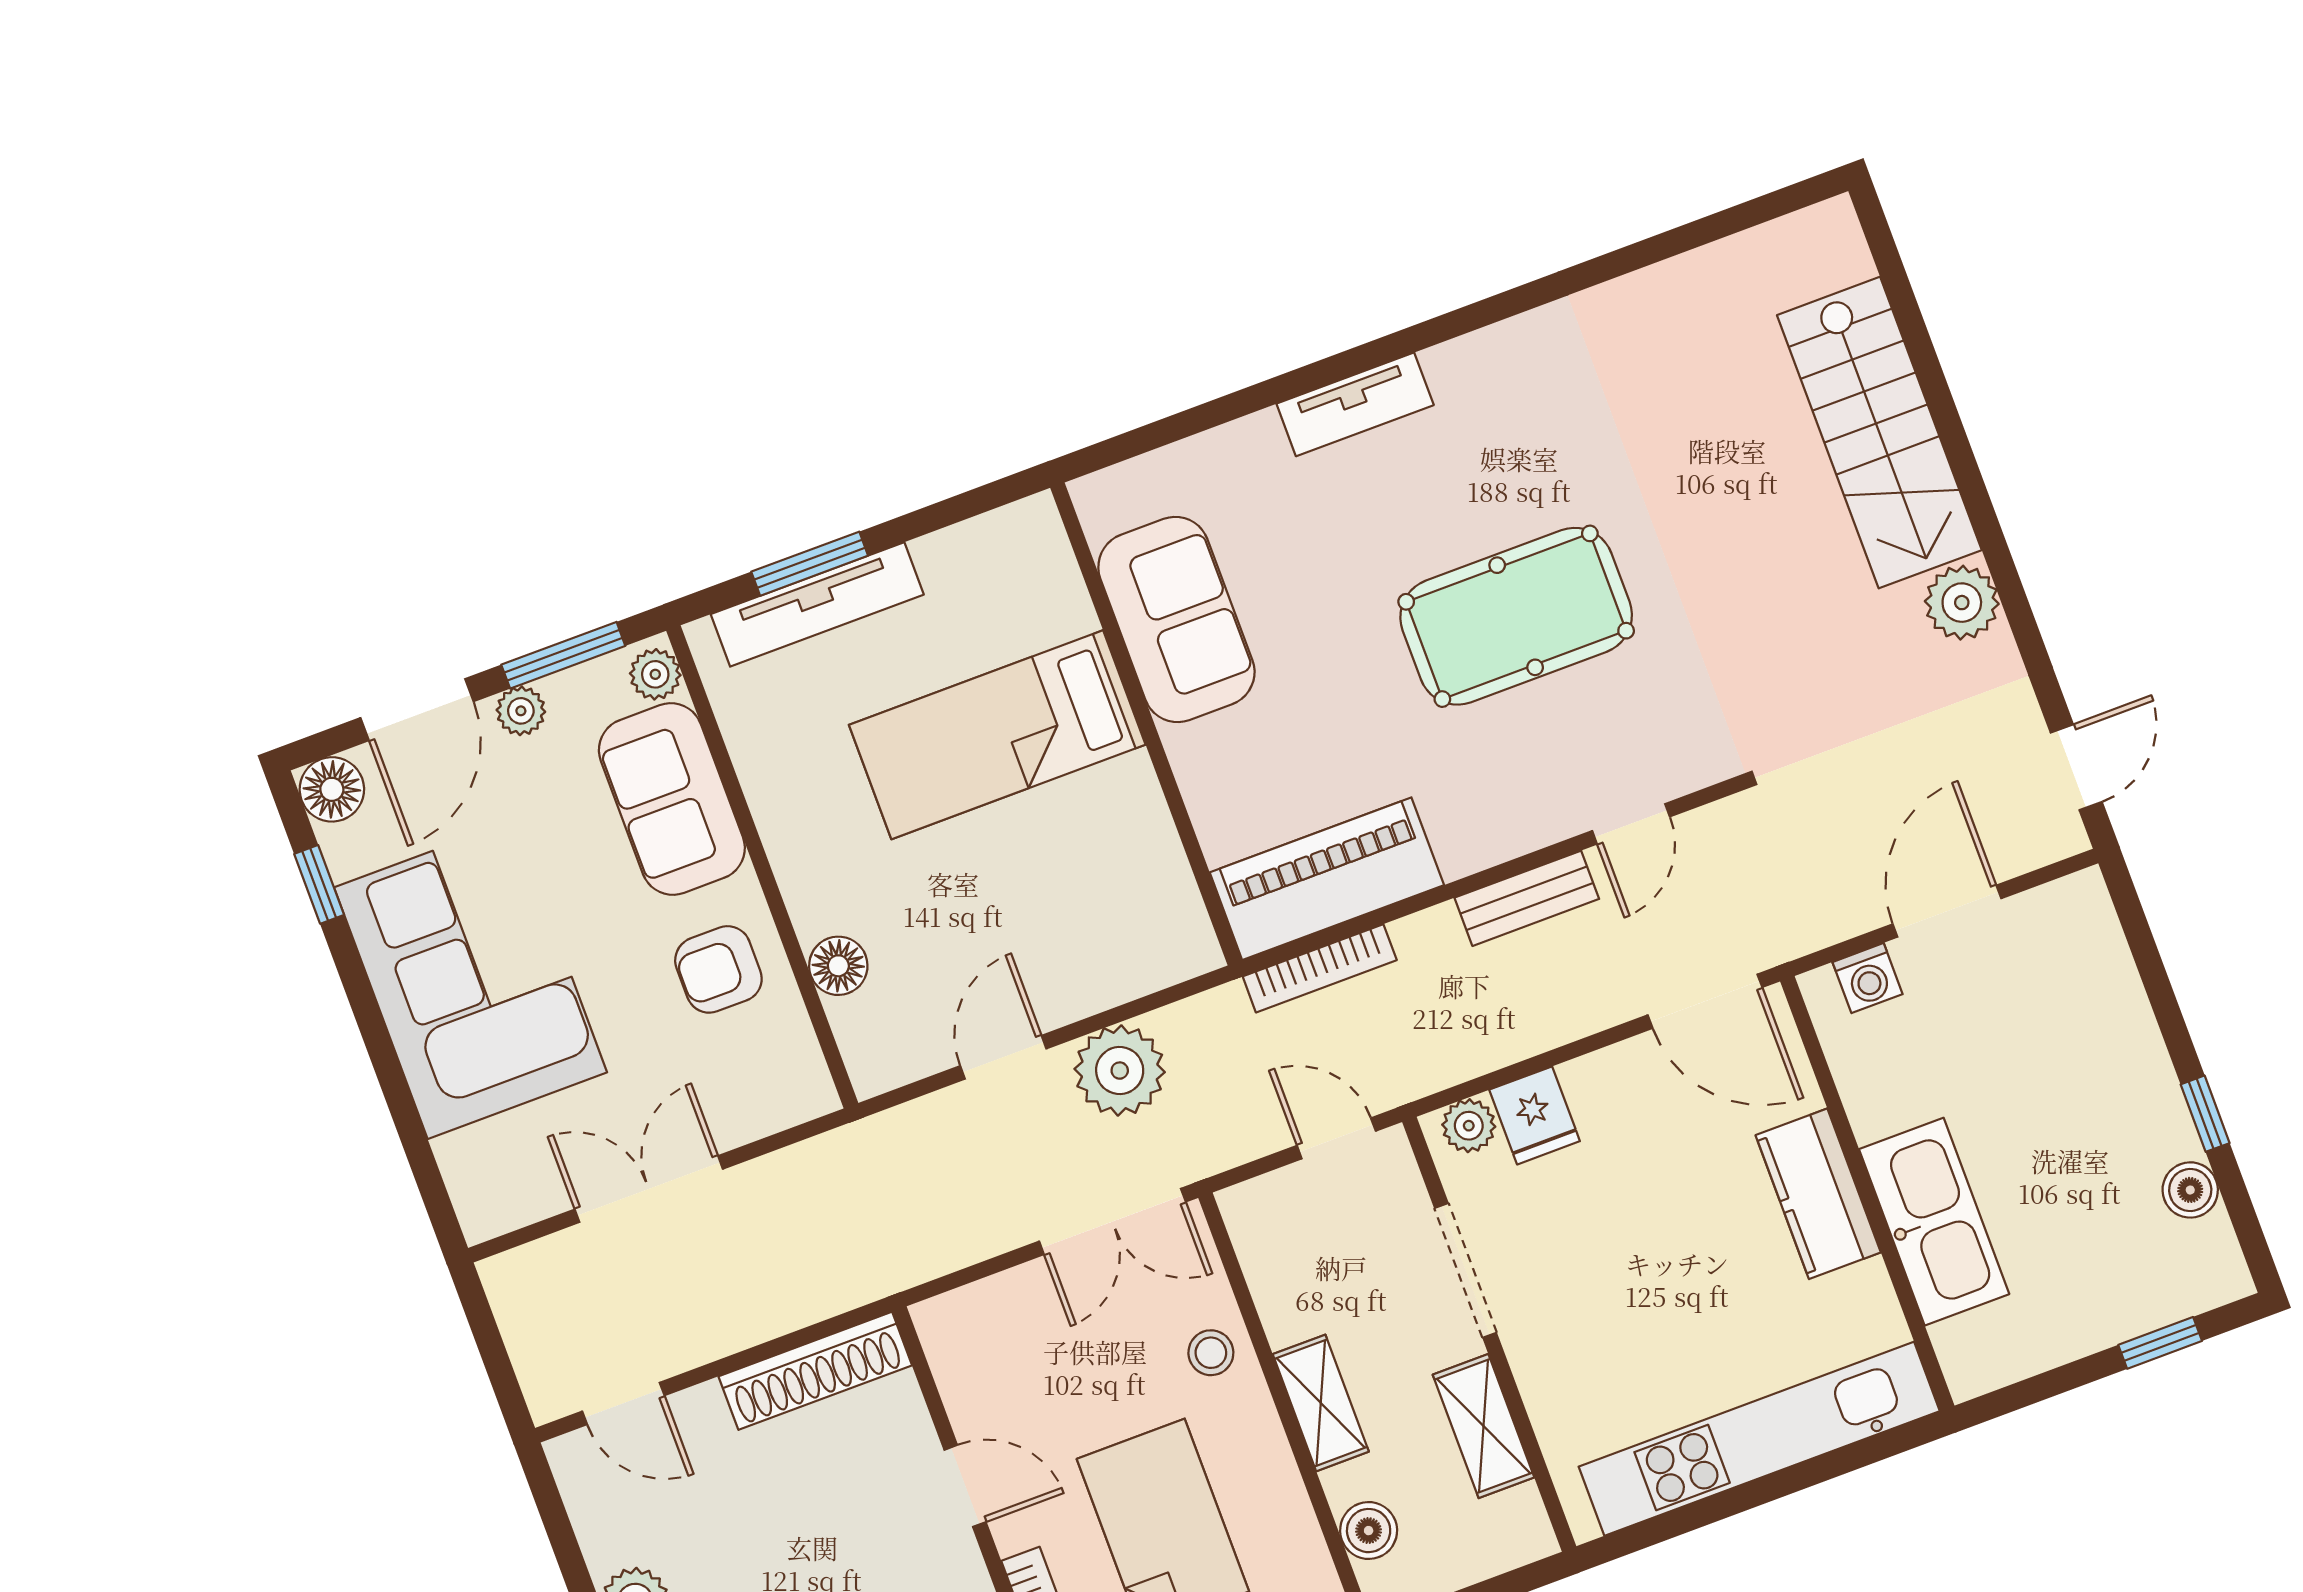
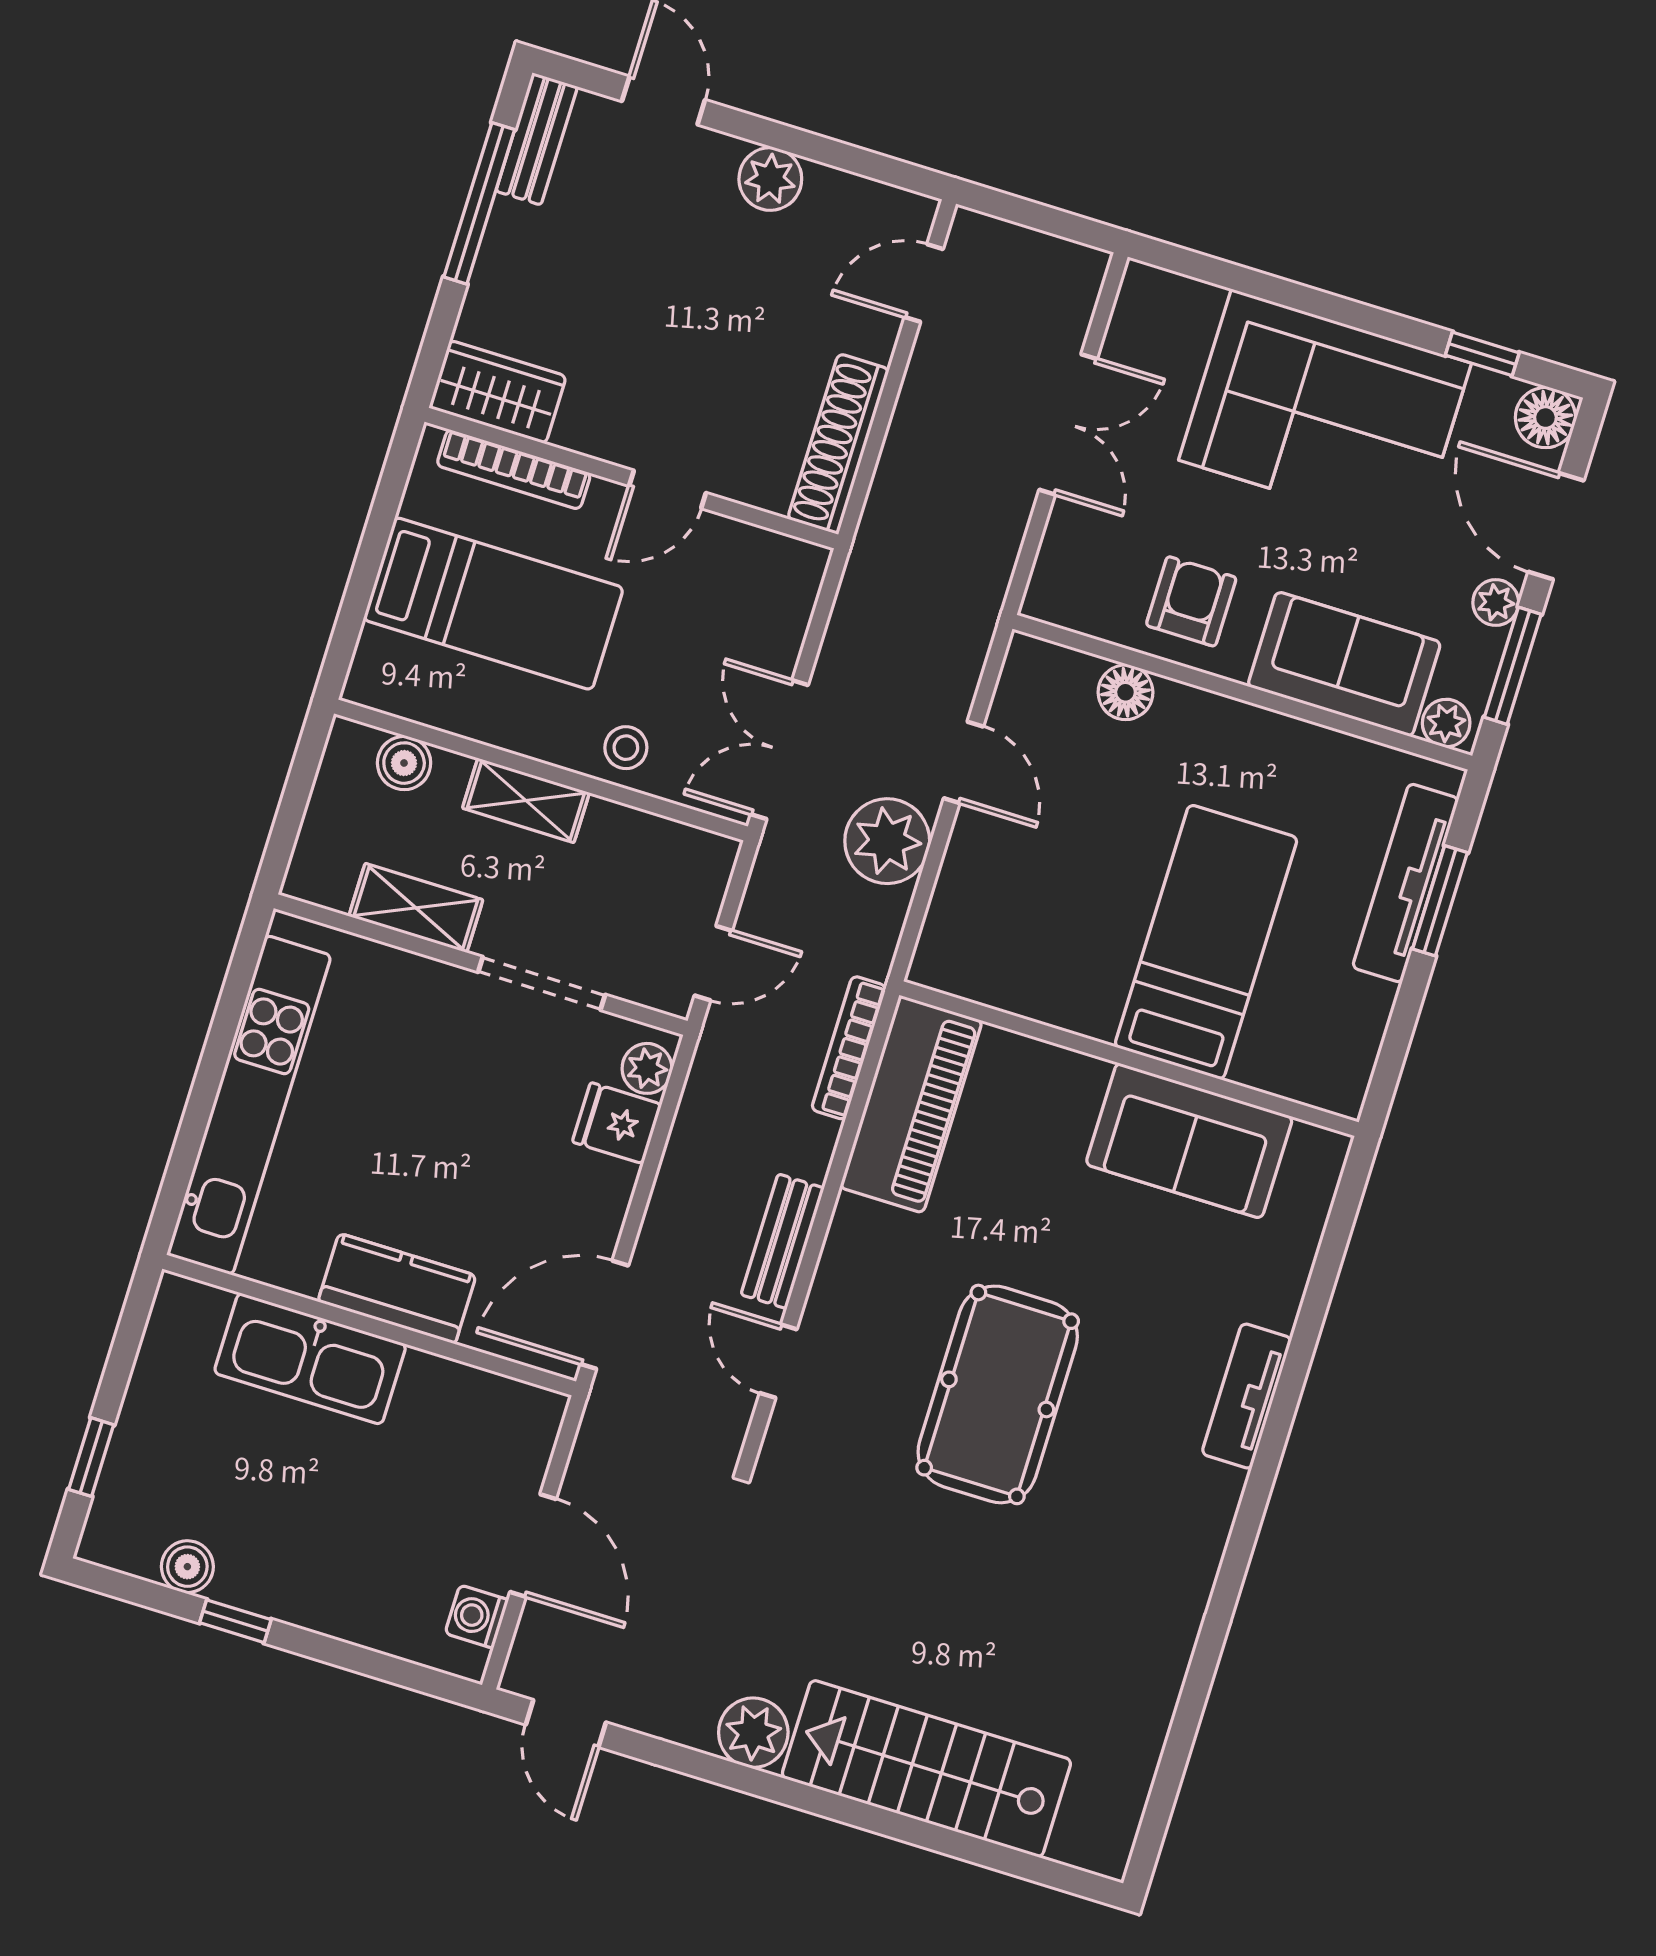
washing machine: (1868, 978) -> (477, 1617), moved

